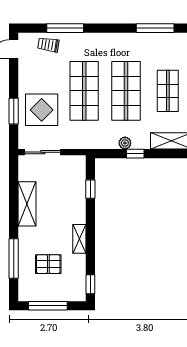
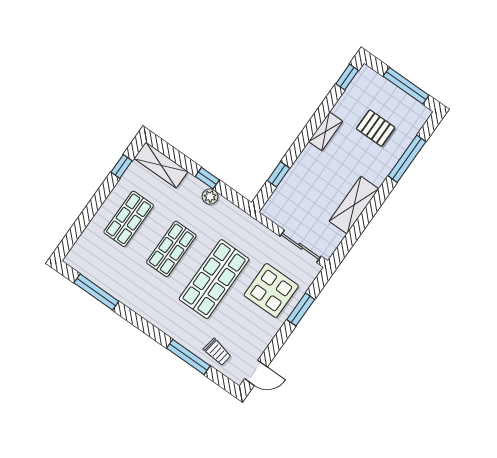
shop shelf: (126, 91) -> (171, 249), width x0.70, depth x0.74

